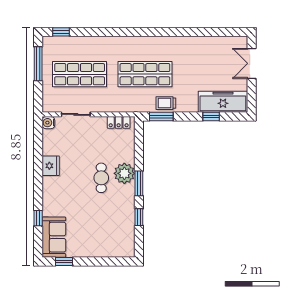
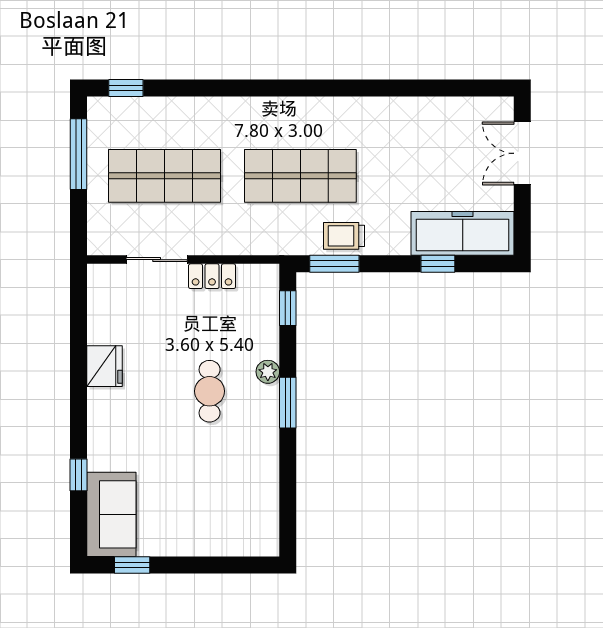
locker: (119, 122) -> (212, 276), moved
water cooler: (48, 123) -> (100, 276), removed
plant: (124, 173) -> (268, 372), width x0.53, depth x0.53
window: (139, 217) -> (288, 308), moved

